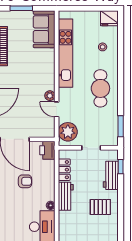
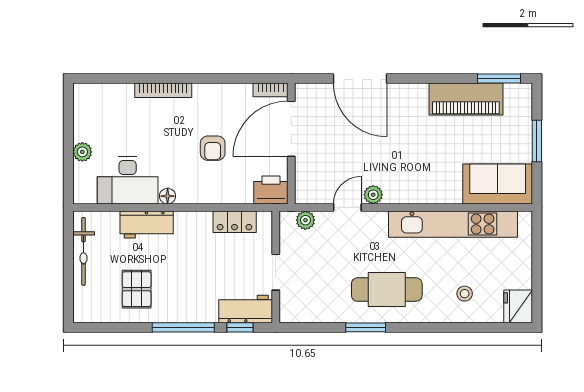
window: (121, 126) -> (366, 327), moved
plant: (68, 132) -> (305, 220), width x0.53, depth x0.53
workbench: (111, 175) -> (246, 309), moved
workbench: (66, 196) -> (147, 225), moved
window: (121, 197) -> (183, 327), added
pallet: (100, 207) -> (137, 289), moved

